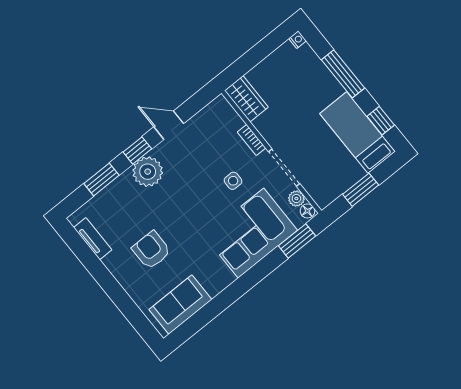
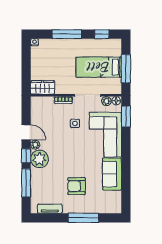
door: (169, 125) -> (26, 132), swing flipped
bed: (357, 133) -> (99, 67), moved
plant: (162, 151) -> (35, 145), added
window: (102, 179) -> (26, 183), width x1.44
window: (361, 190) -> (126, 69), width x1.44
window: (117, 293) -> (83, 218), added
sofa: (180, 304) -> (112, 174), moved

